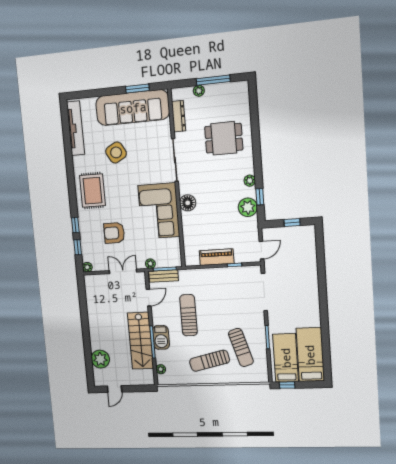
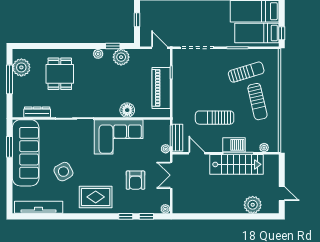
plant: (199, 91) -> (21, 67), moved, width x1.88, depth x1.88
floor lamp: (188, 203) -> (127, 110), moved
piano: (217, 257) -> (161, 88), width x1.37, depth x1.33

